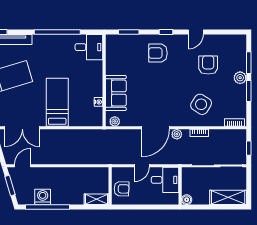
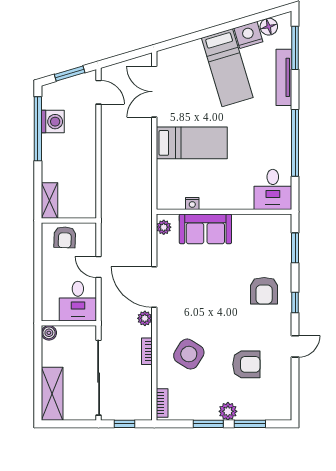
door: (196, 32) -> (295, 346), swing flipped
armchair: (158, 53) -> (264, 291), turned 180

